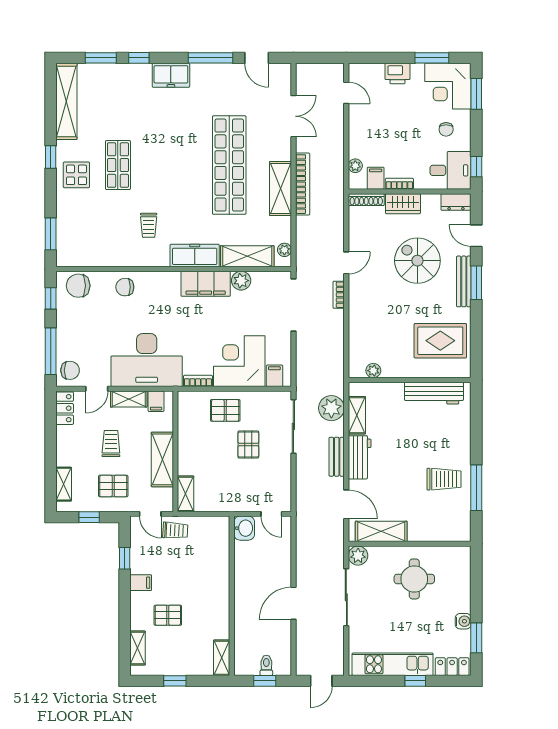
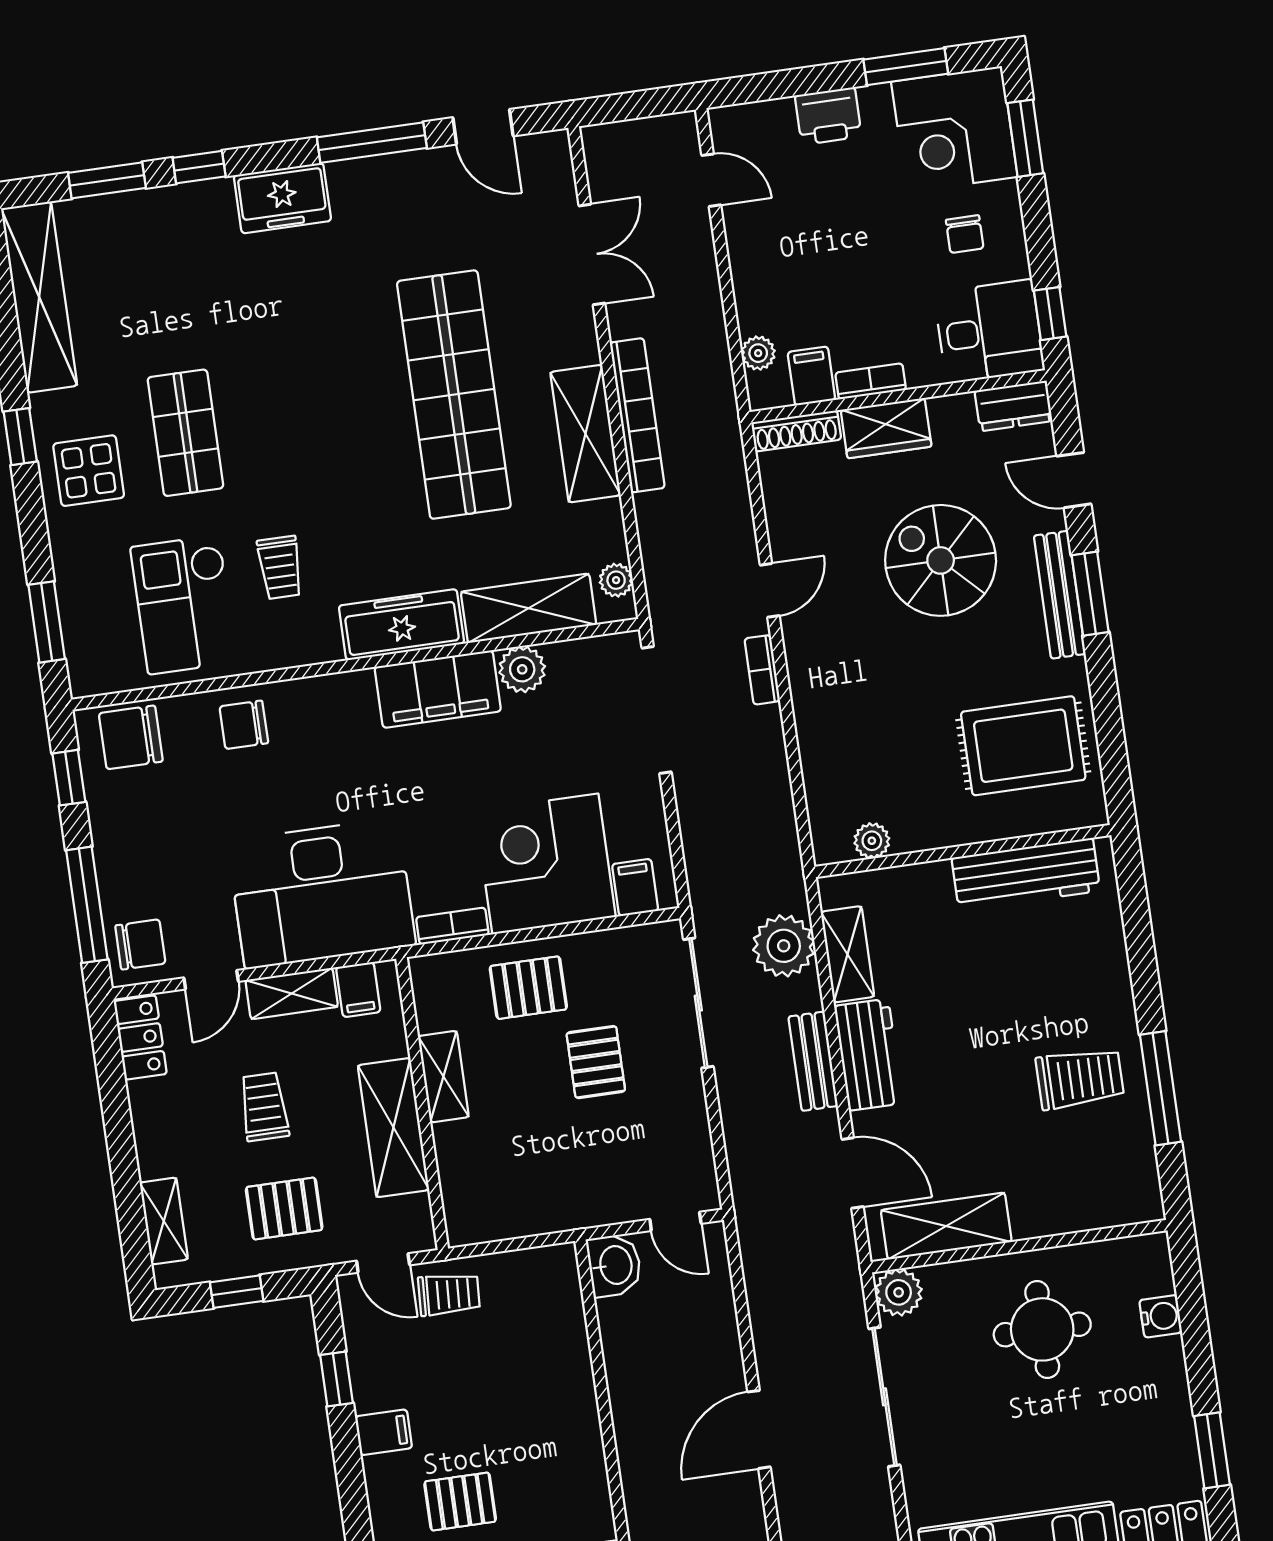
checkout: (107, 235) -> (184, 605), added
shelving: (186, 494) -> (443, 1077), moved
water cooler: (463, 621) -> (1161, 1316), moved

